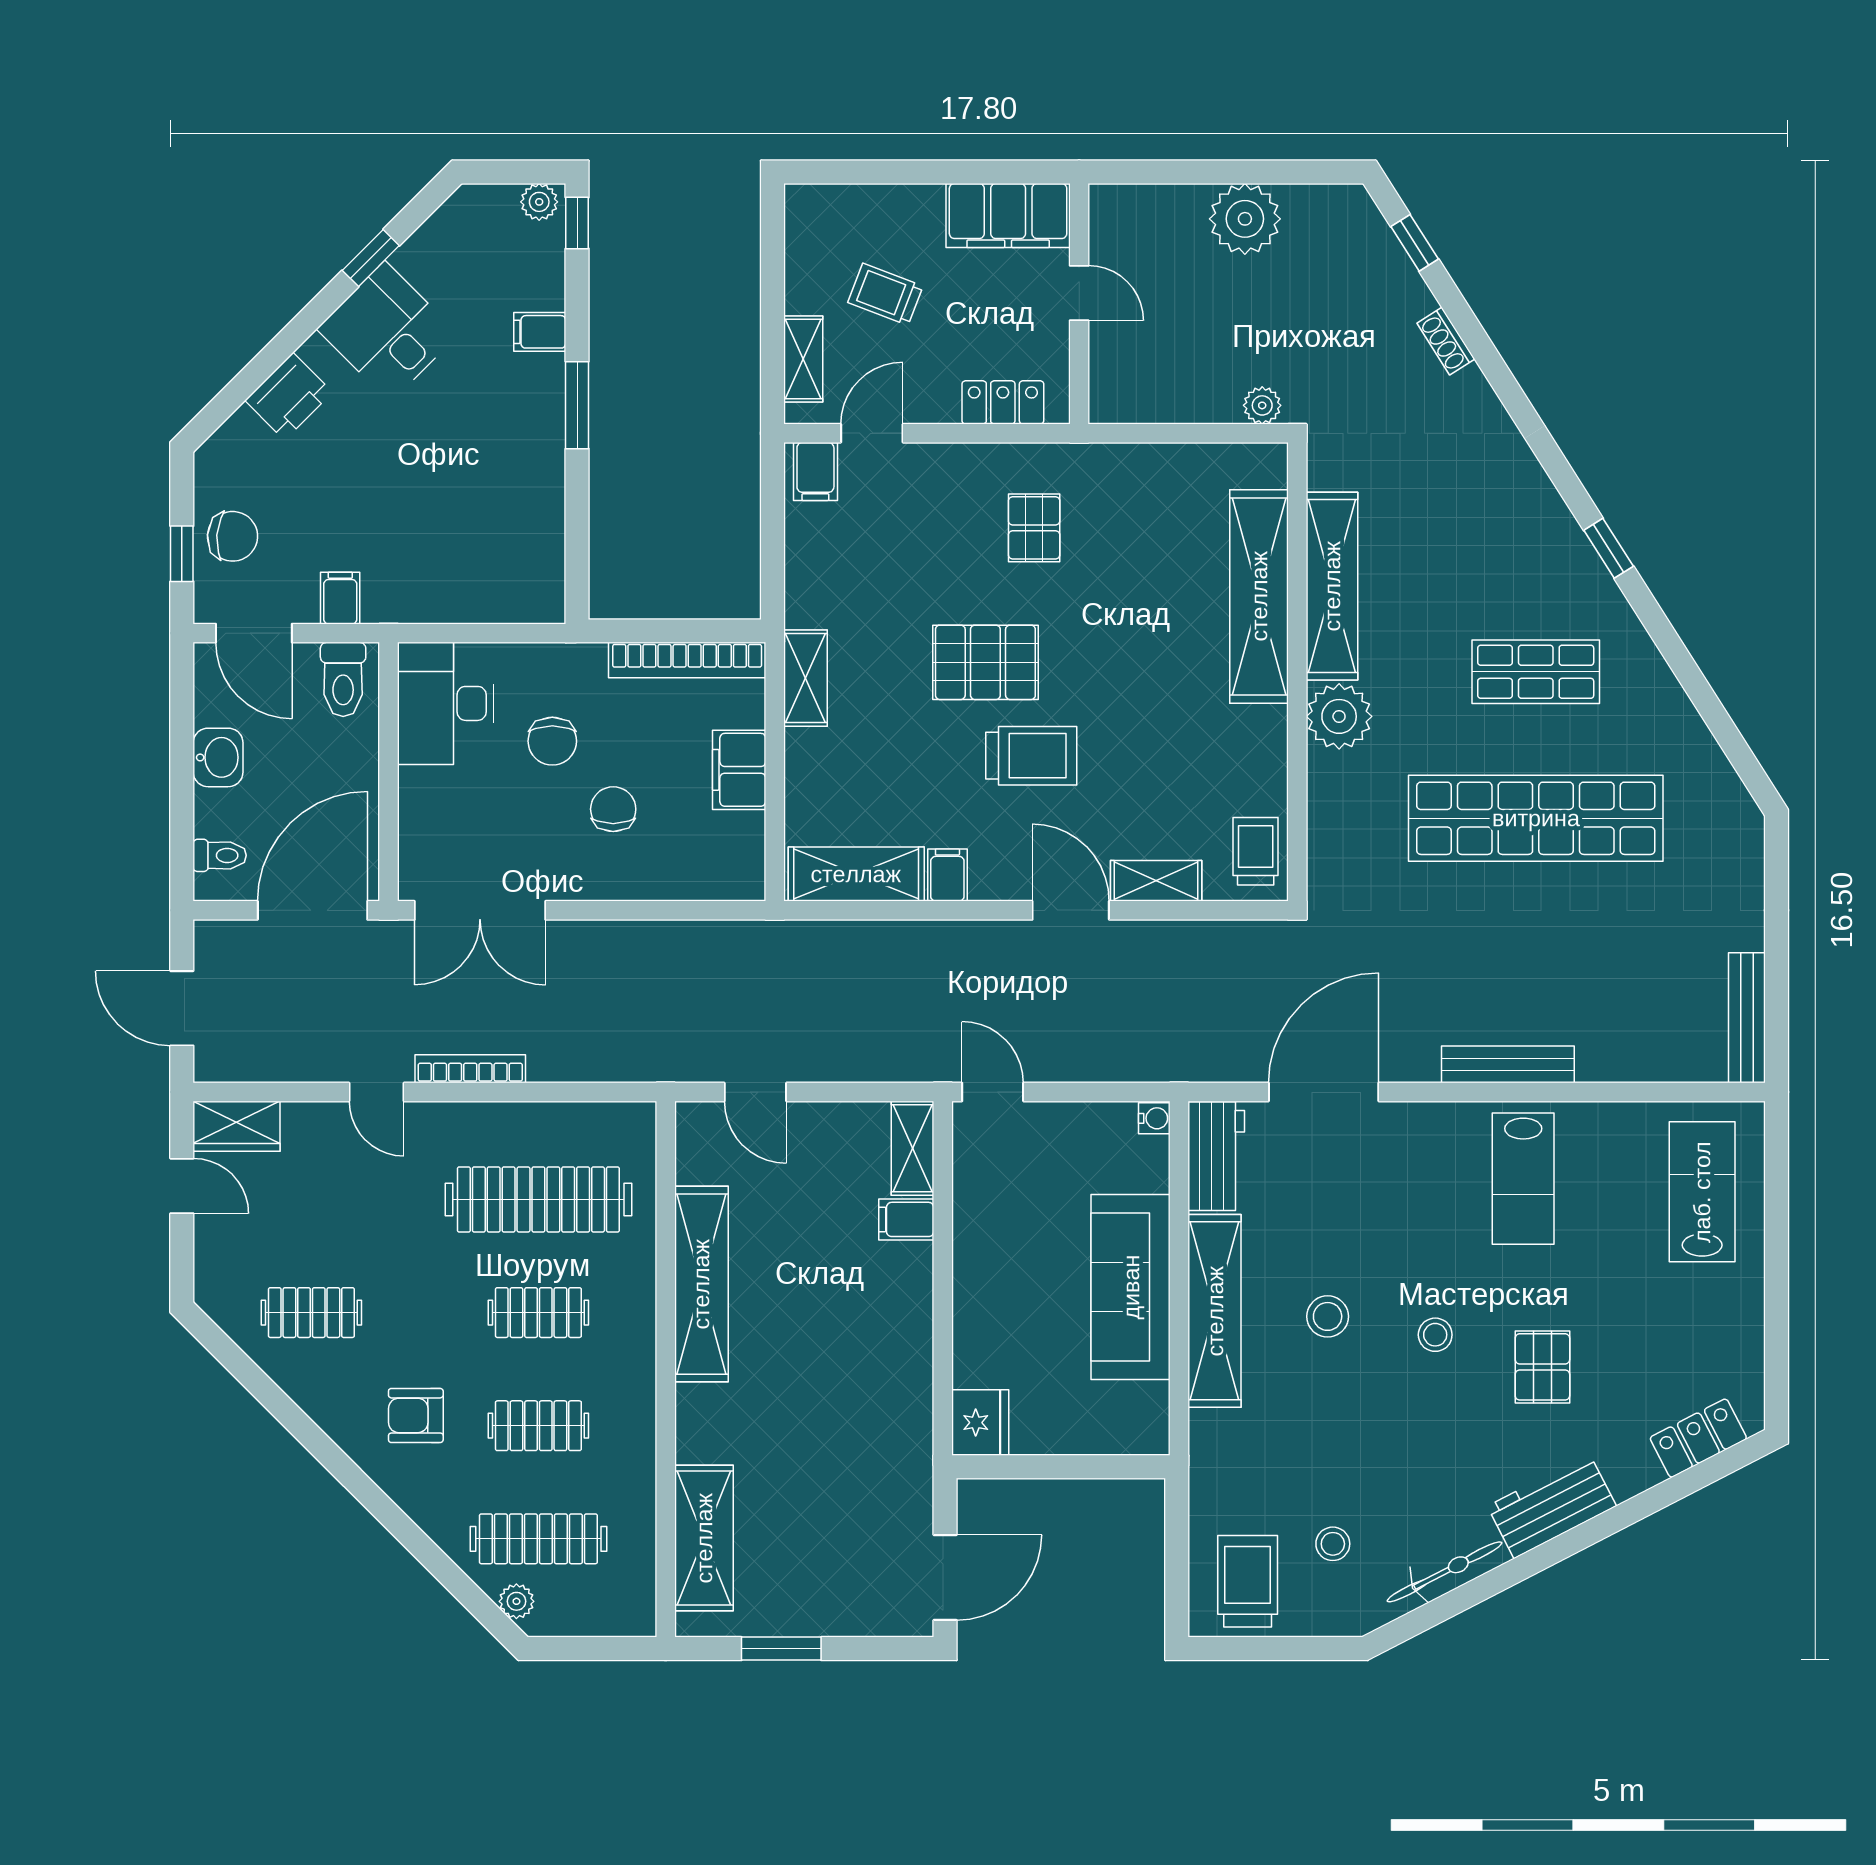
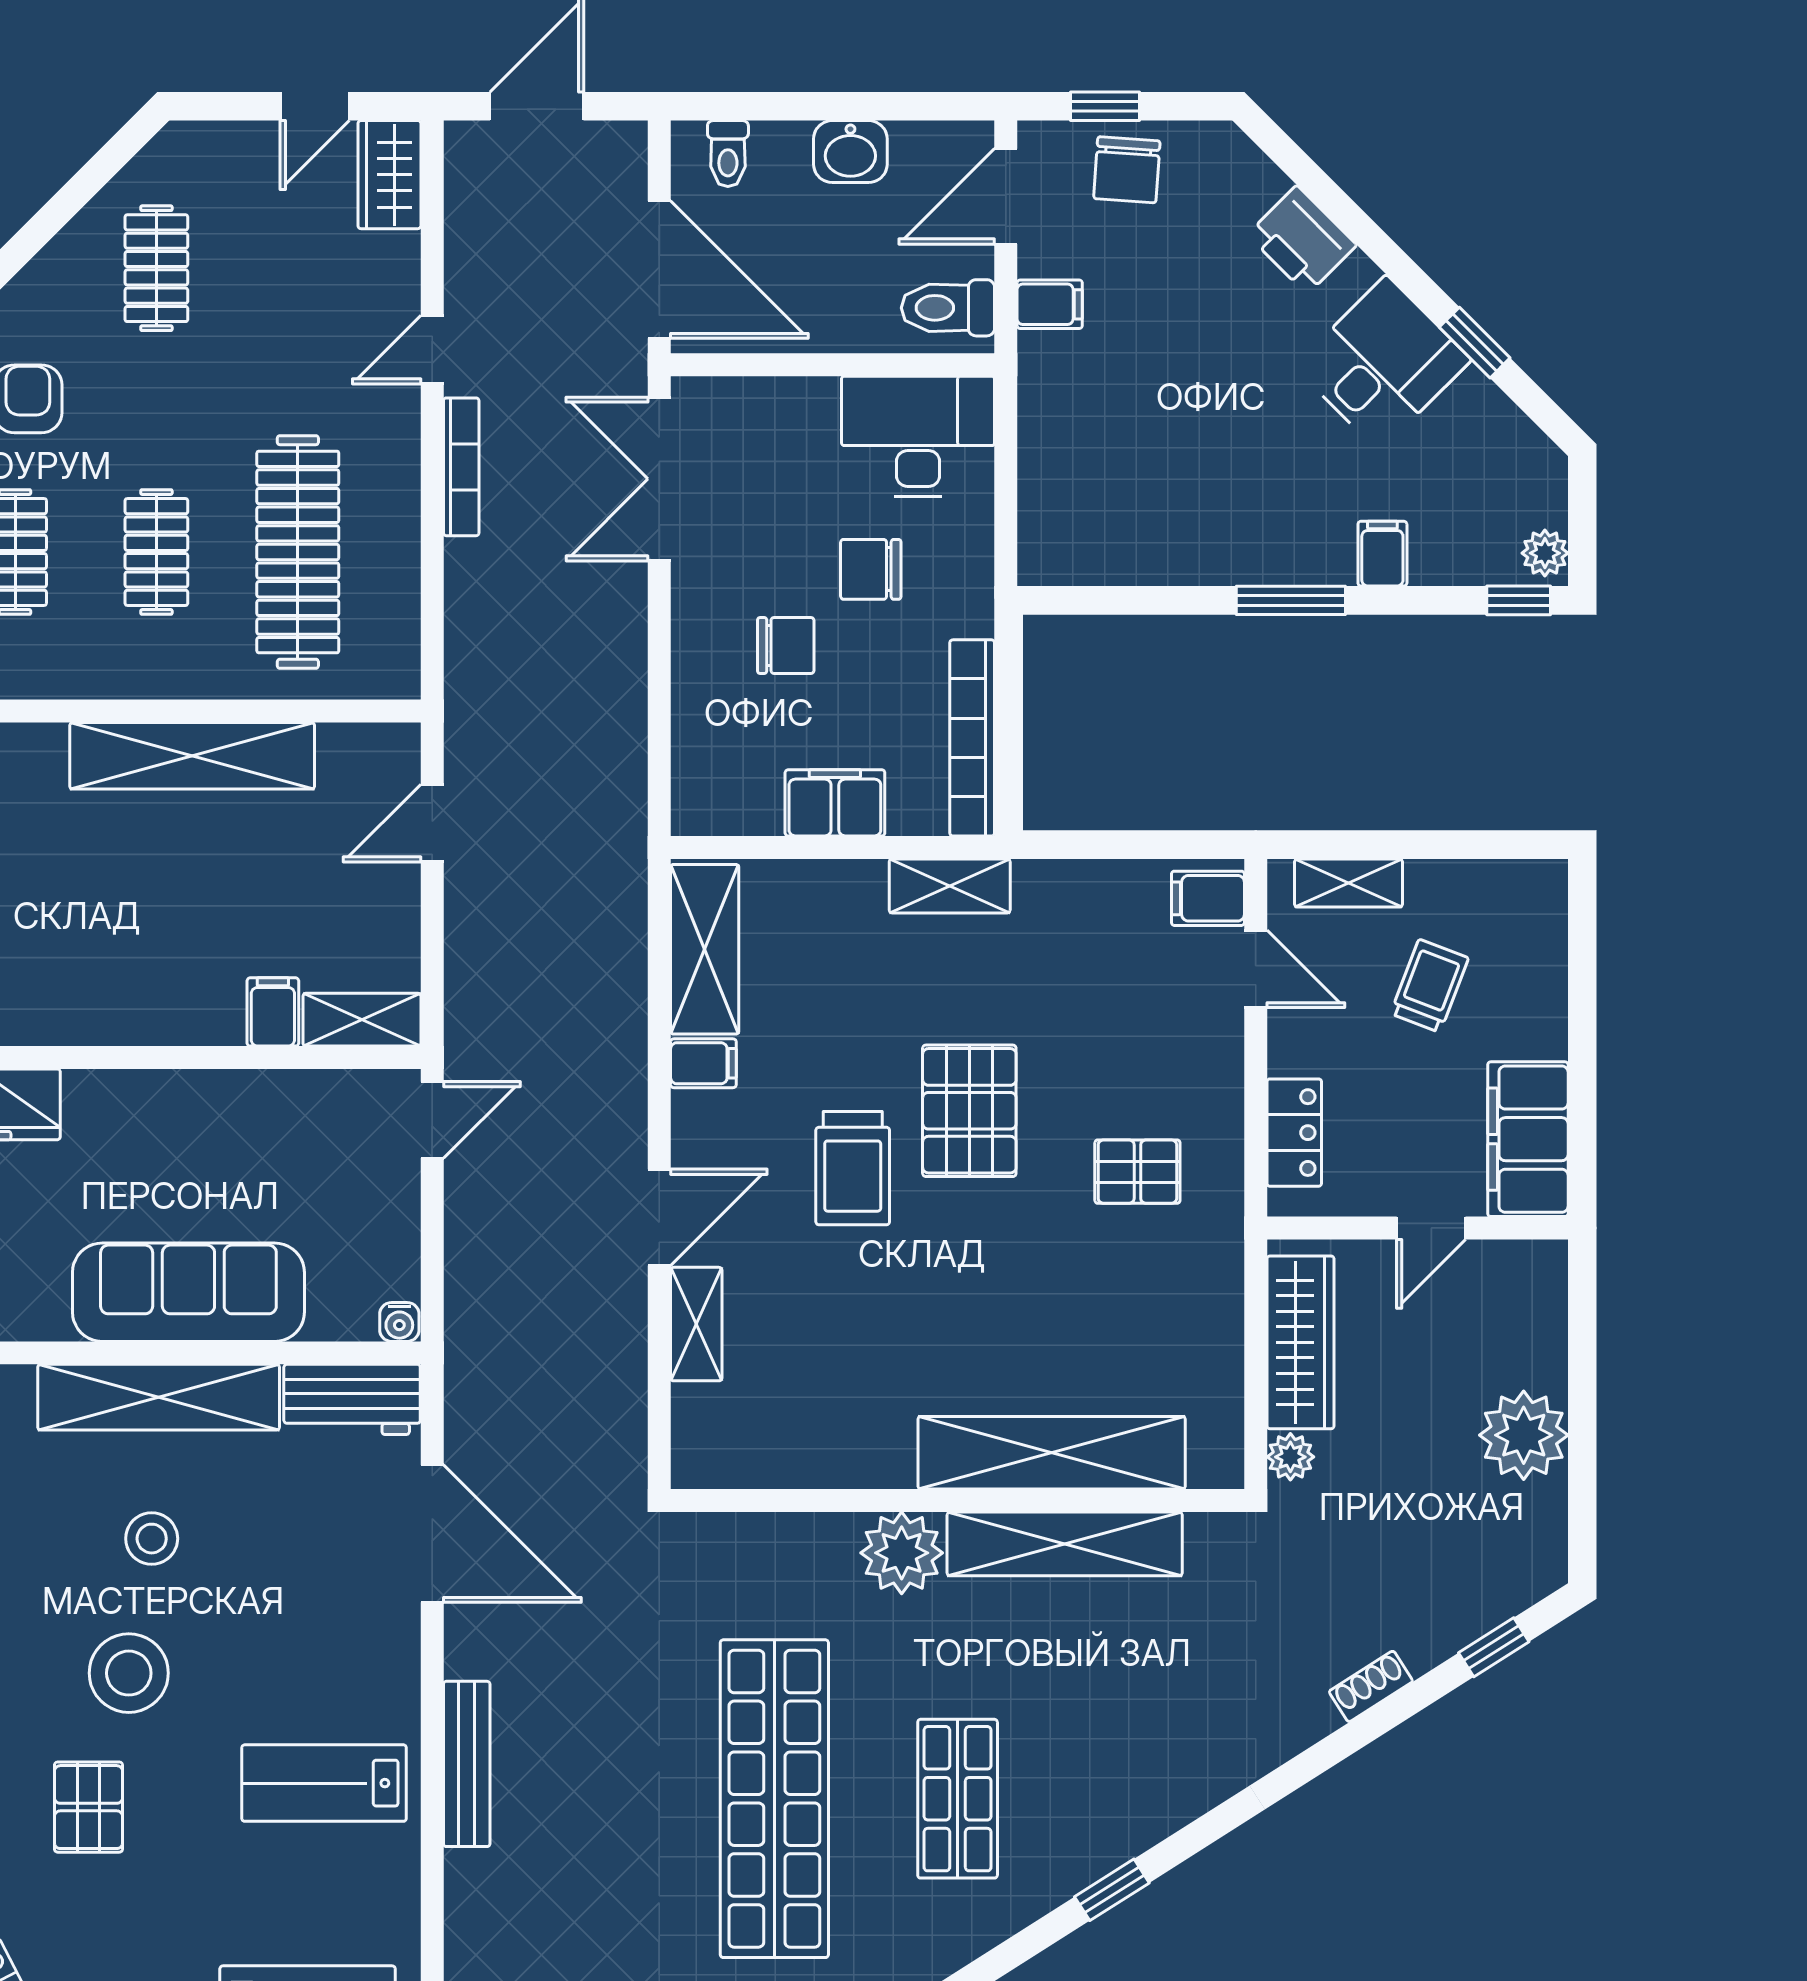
wardrobe: (1171, 397) -> (1300, 1342), added
trolley: (1256, 851) -> (733, 1449), removed
stool: (1435, 1335) -> (129, 1673), width x1.89, depth x1.89
pallet: (1542, 1367) -> (88, 1807), turned 90

